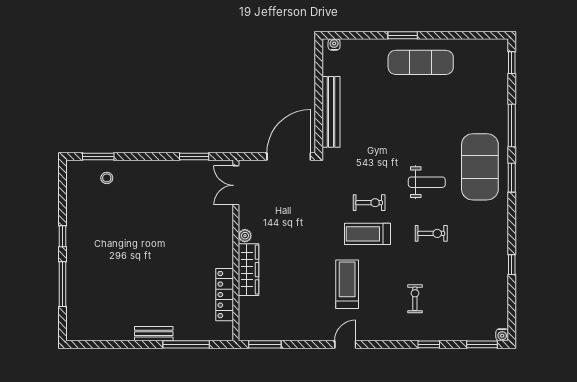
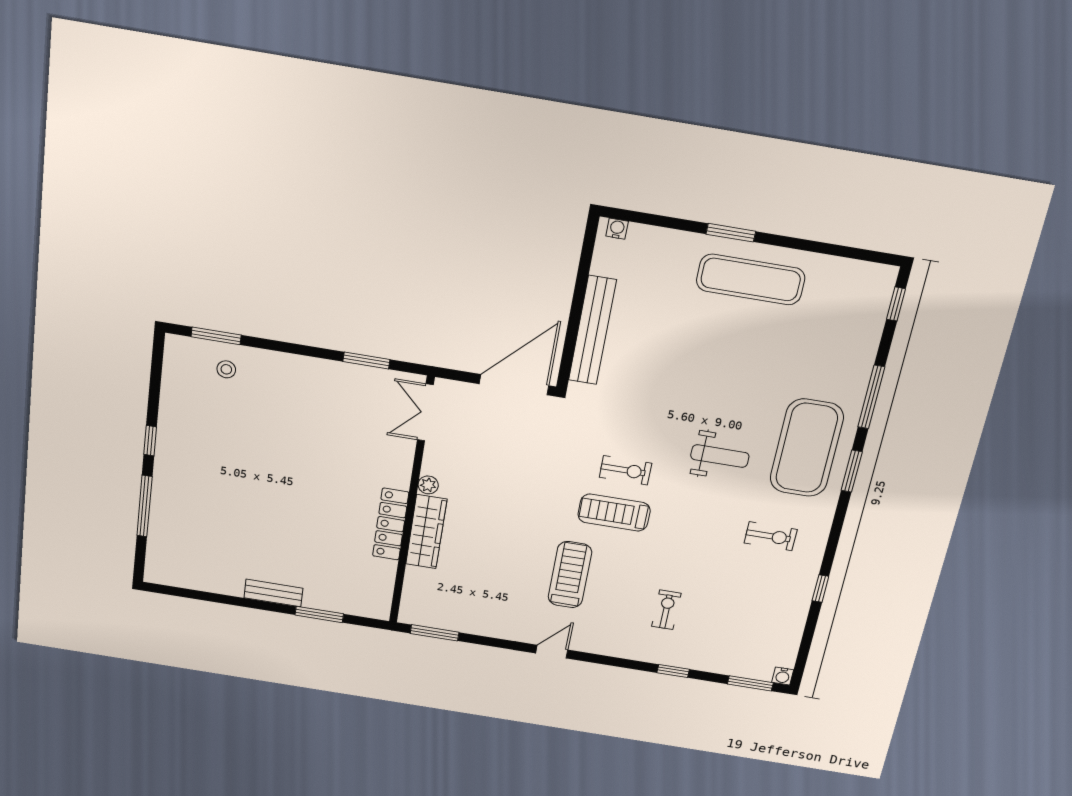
exercise bike: (431, 233) -> (771, 536), moved
locker: (225, 295) -> (391, 524), moved
window: (186, 344) -> (319, 614), width x0.69

